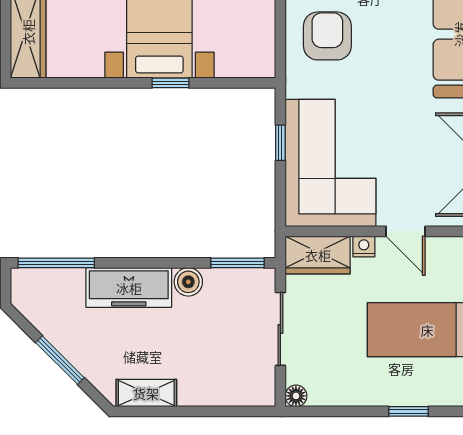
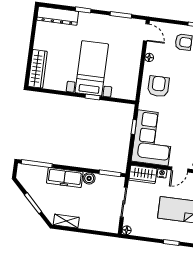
door: (406, 231) -> (180, 170), hinge flipped

